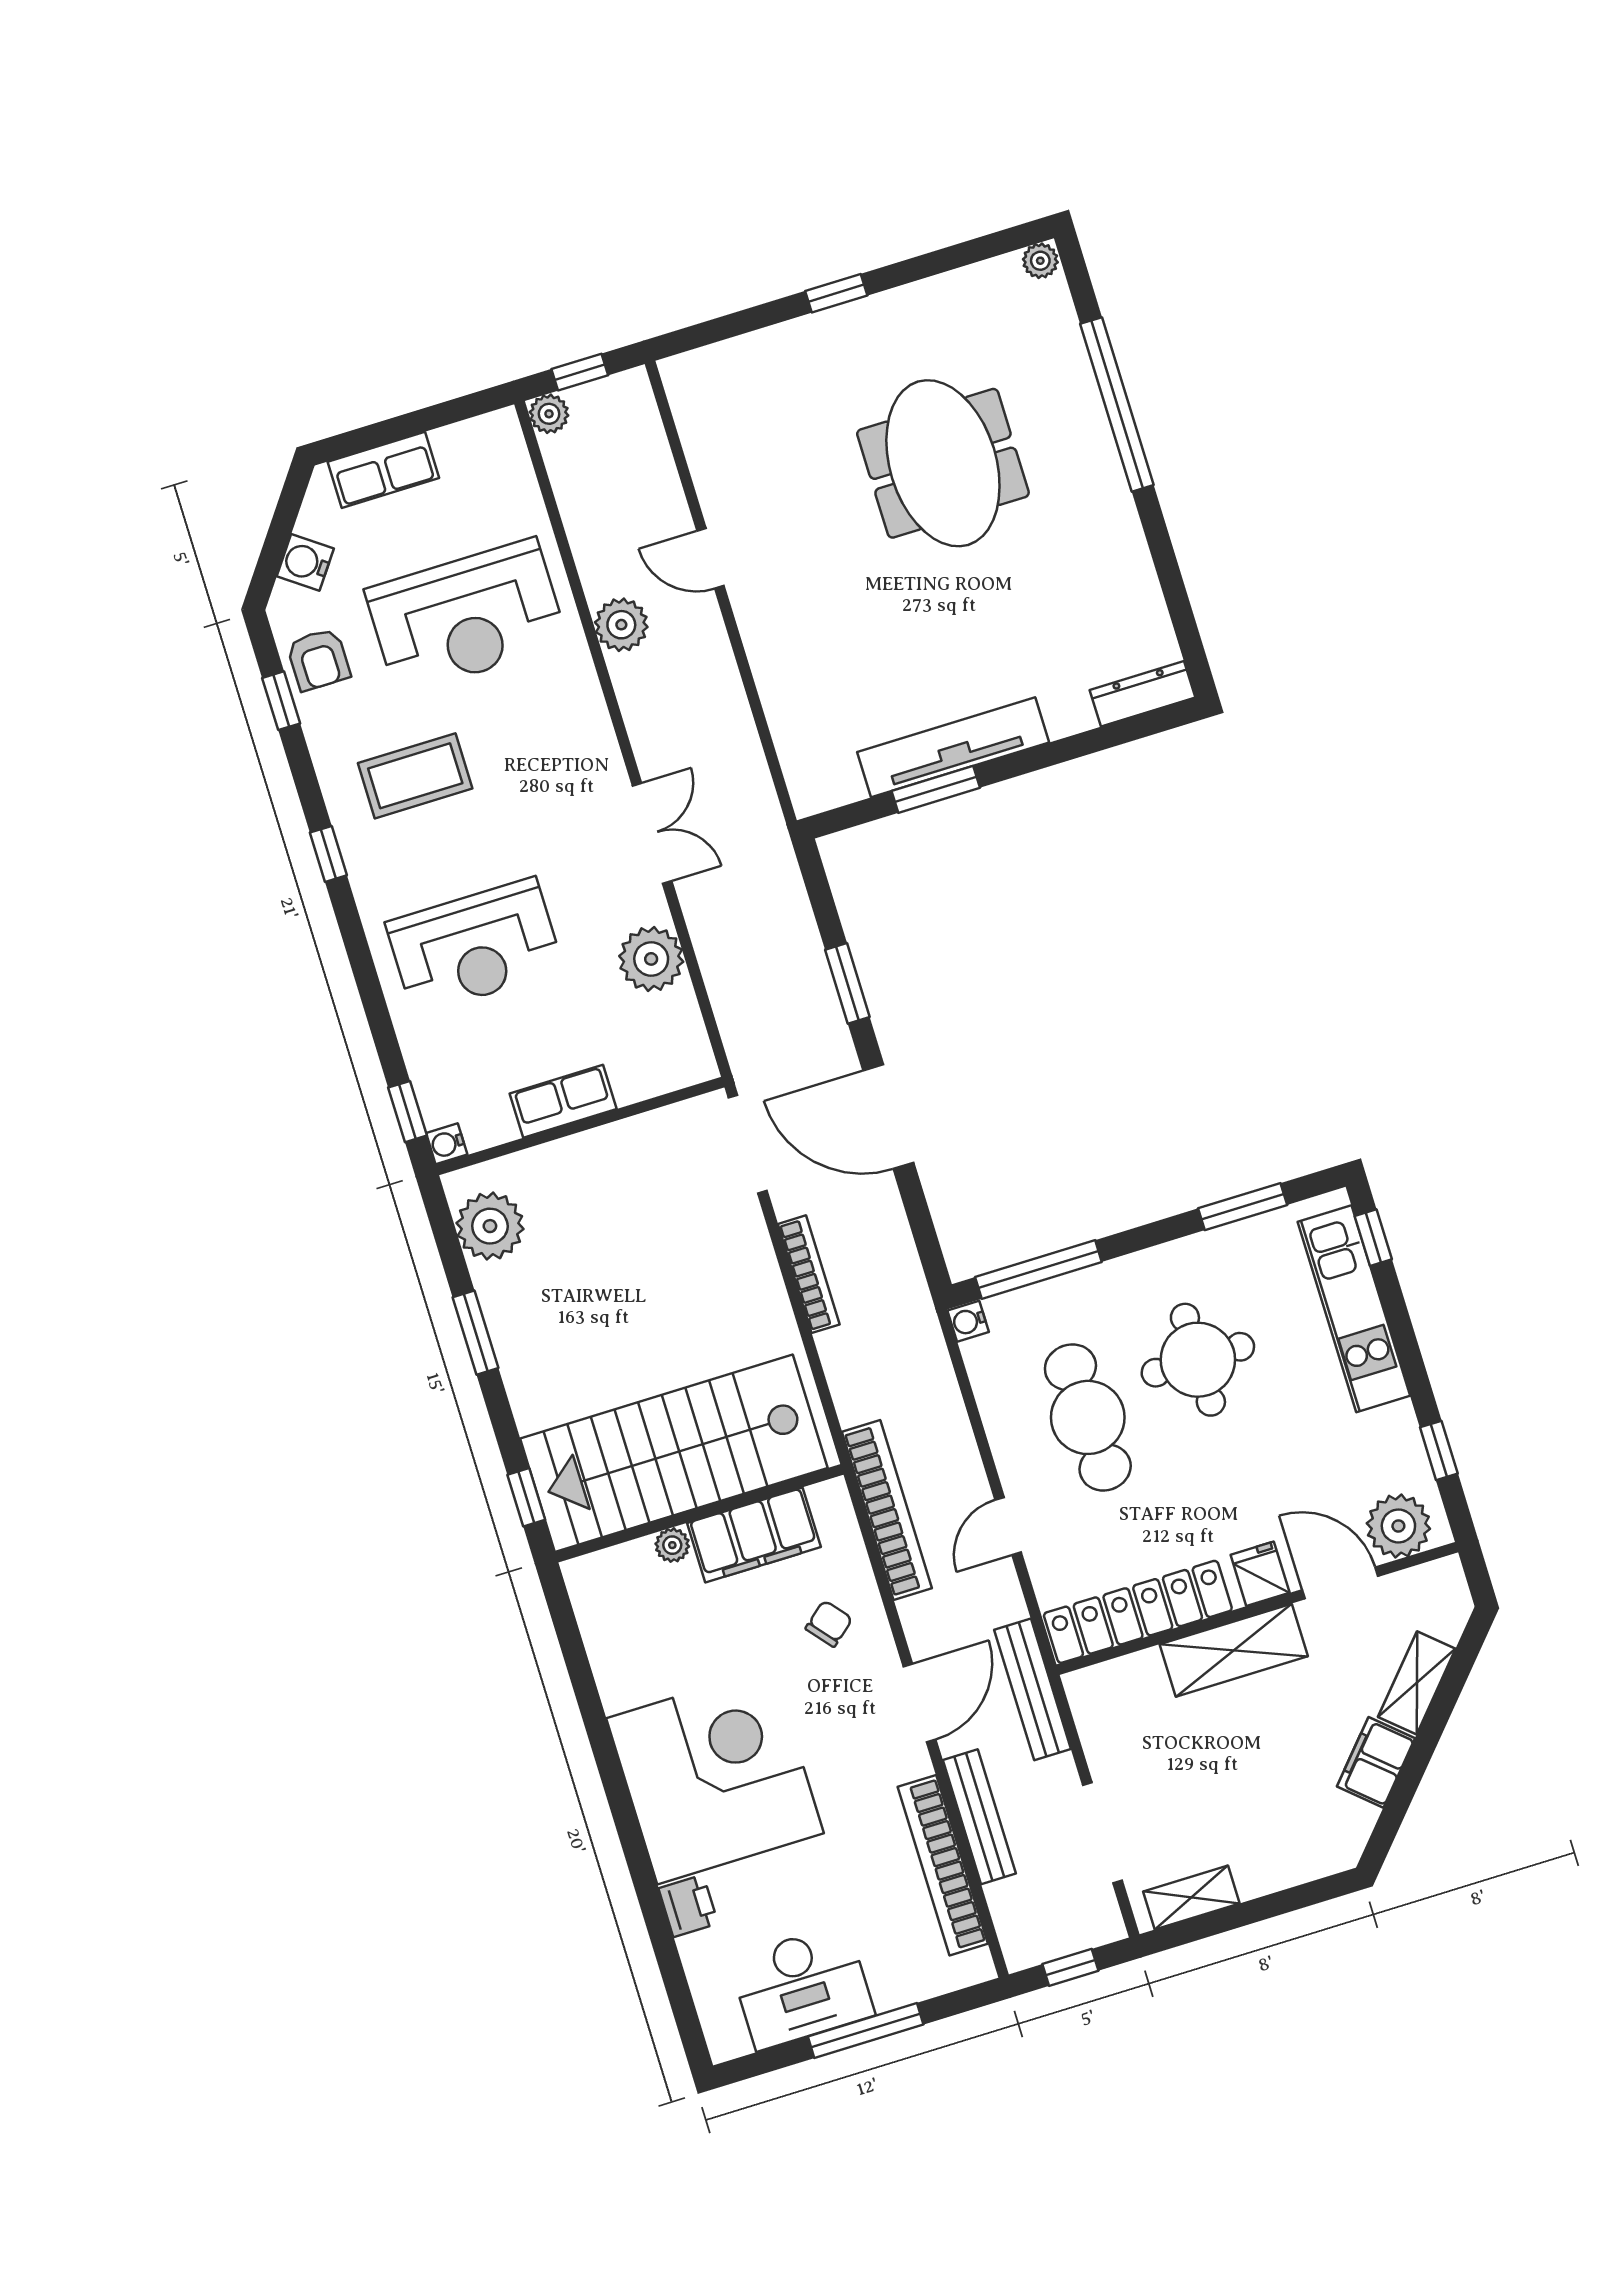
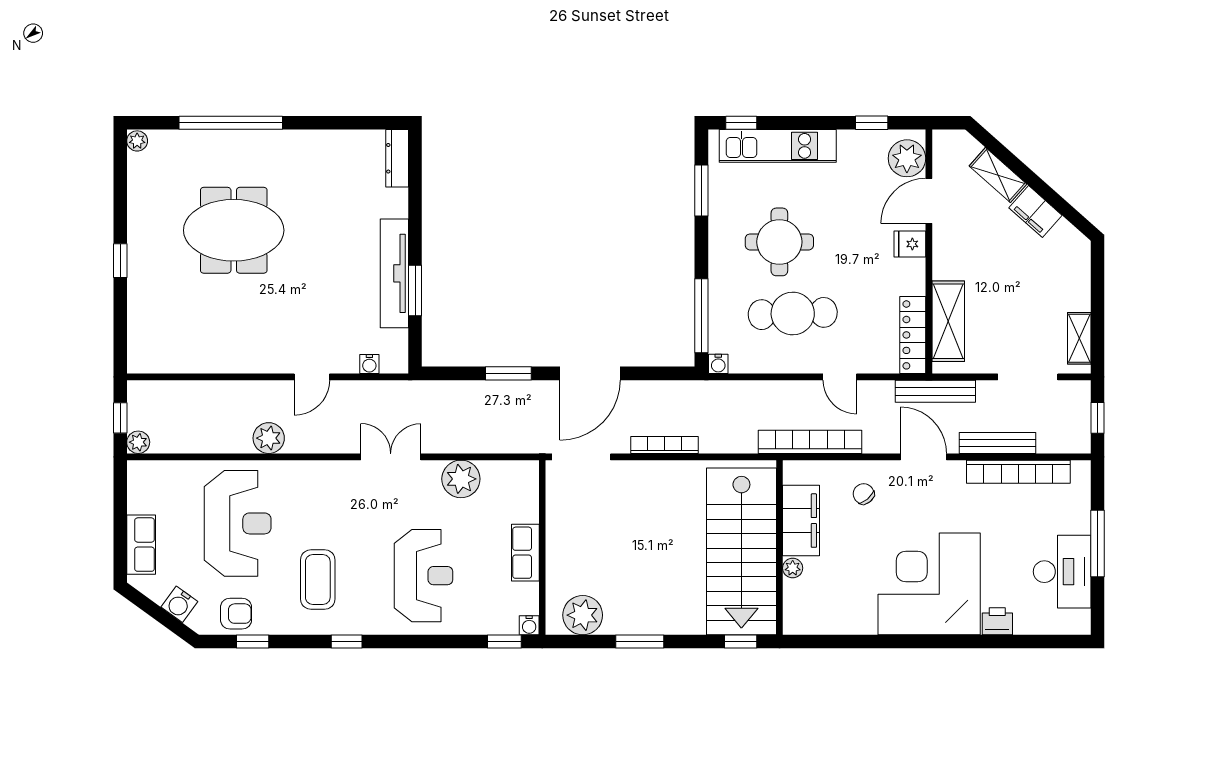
door: (710, 558) -> (312, 377), moved
water cooler: (793, 752) -> (369, 364), added
locker: (1138, 1612) -> (913, 335), width x0.71, depth x0.83
shelving: (1234, 1650) -> (948, 321), moved

